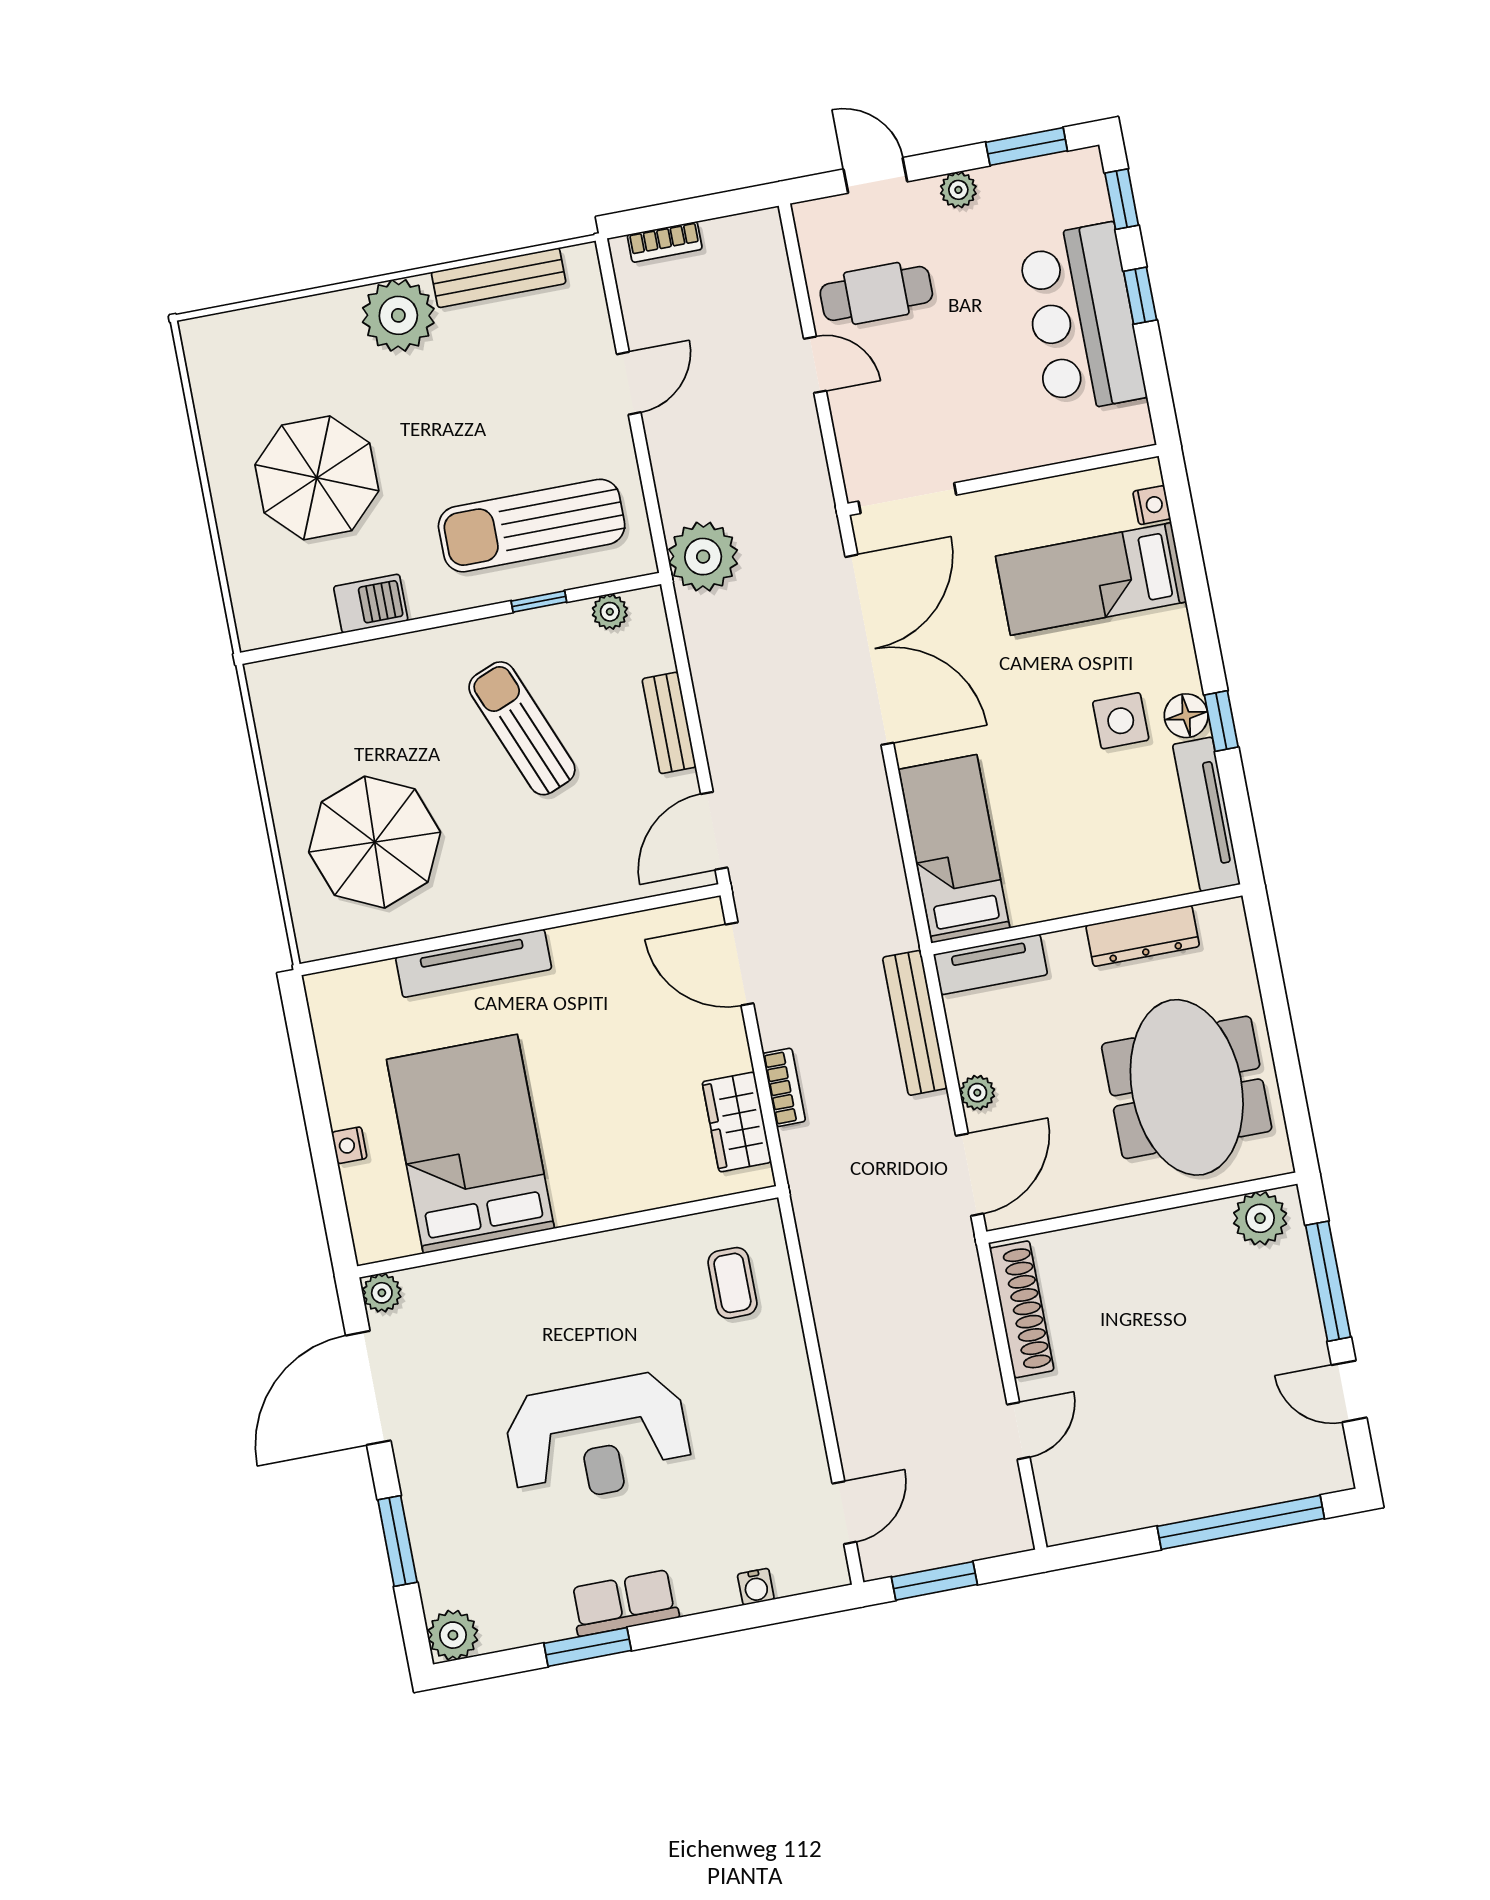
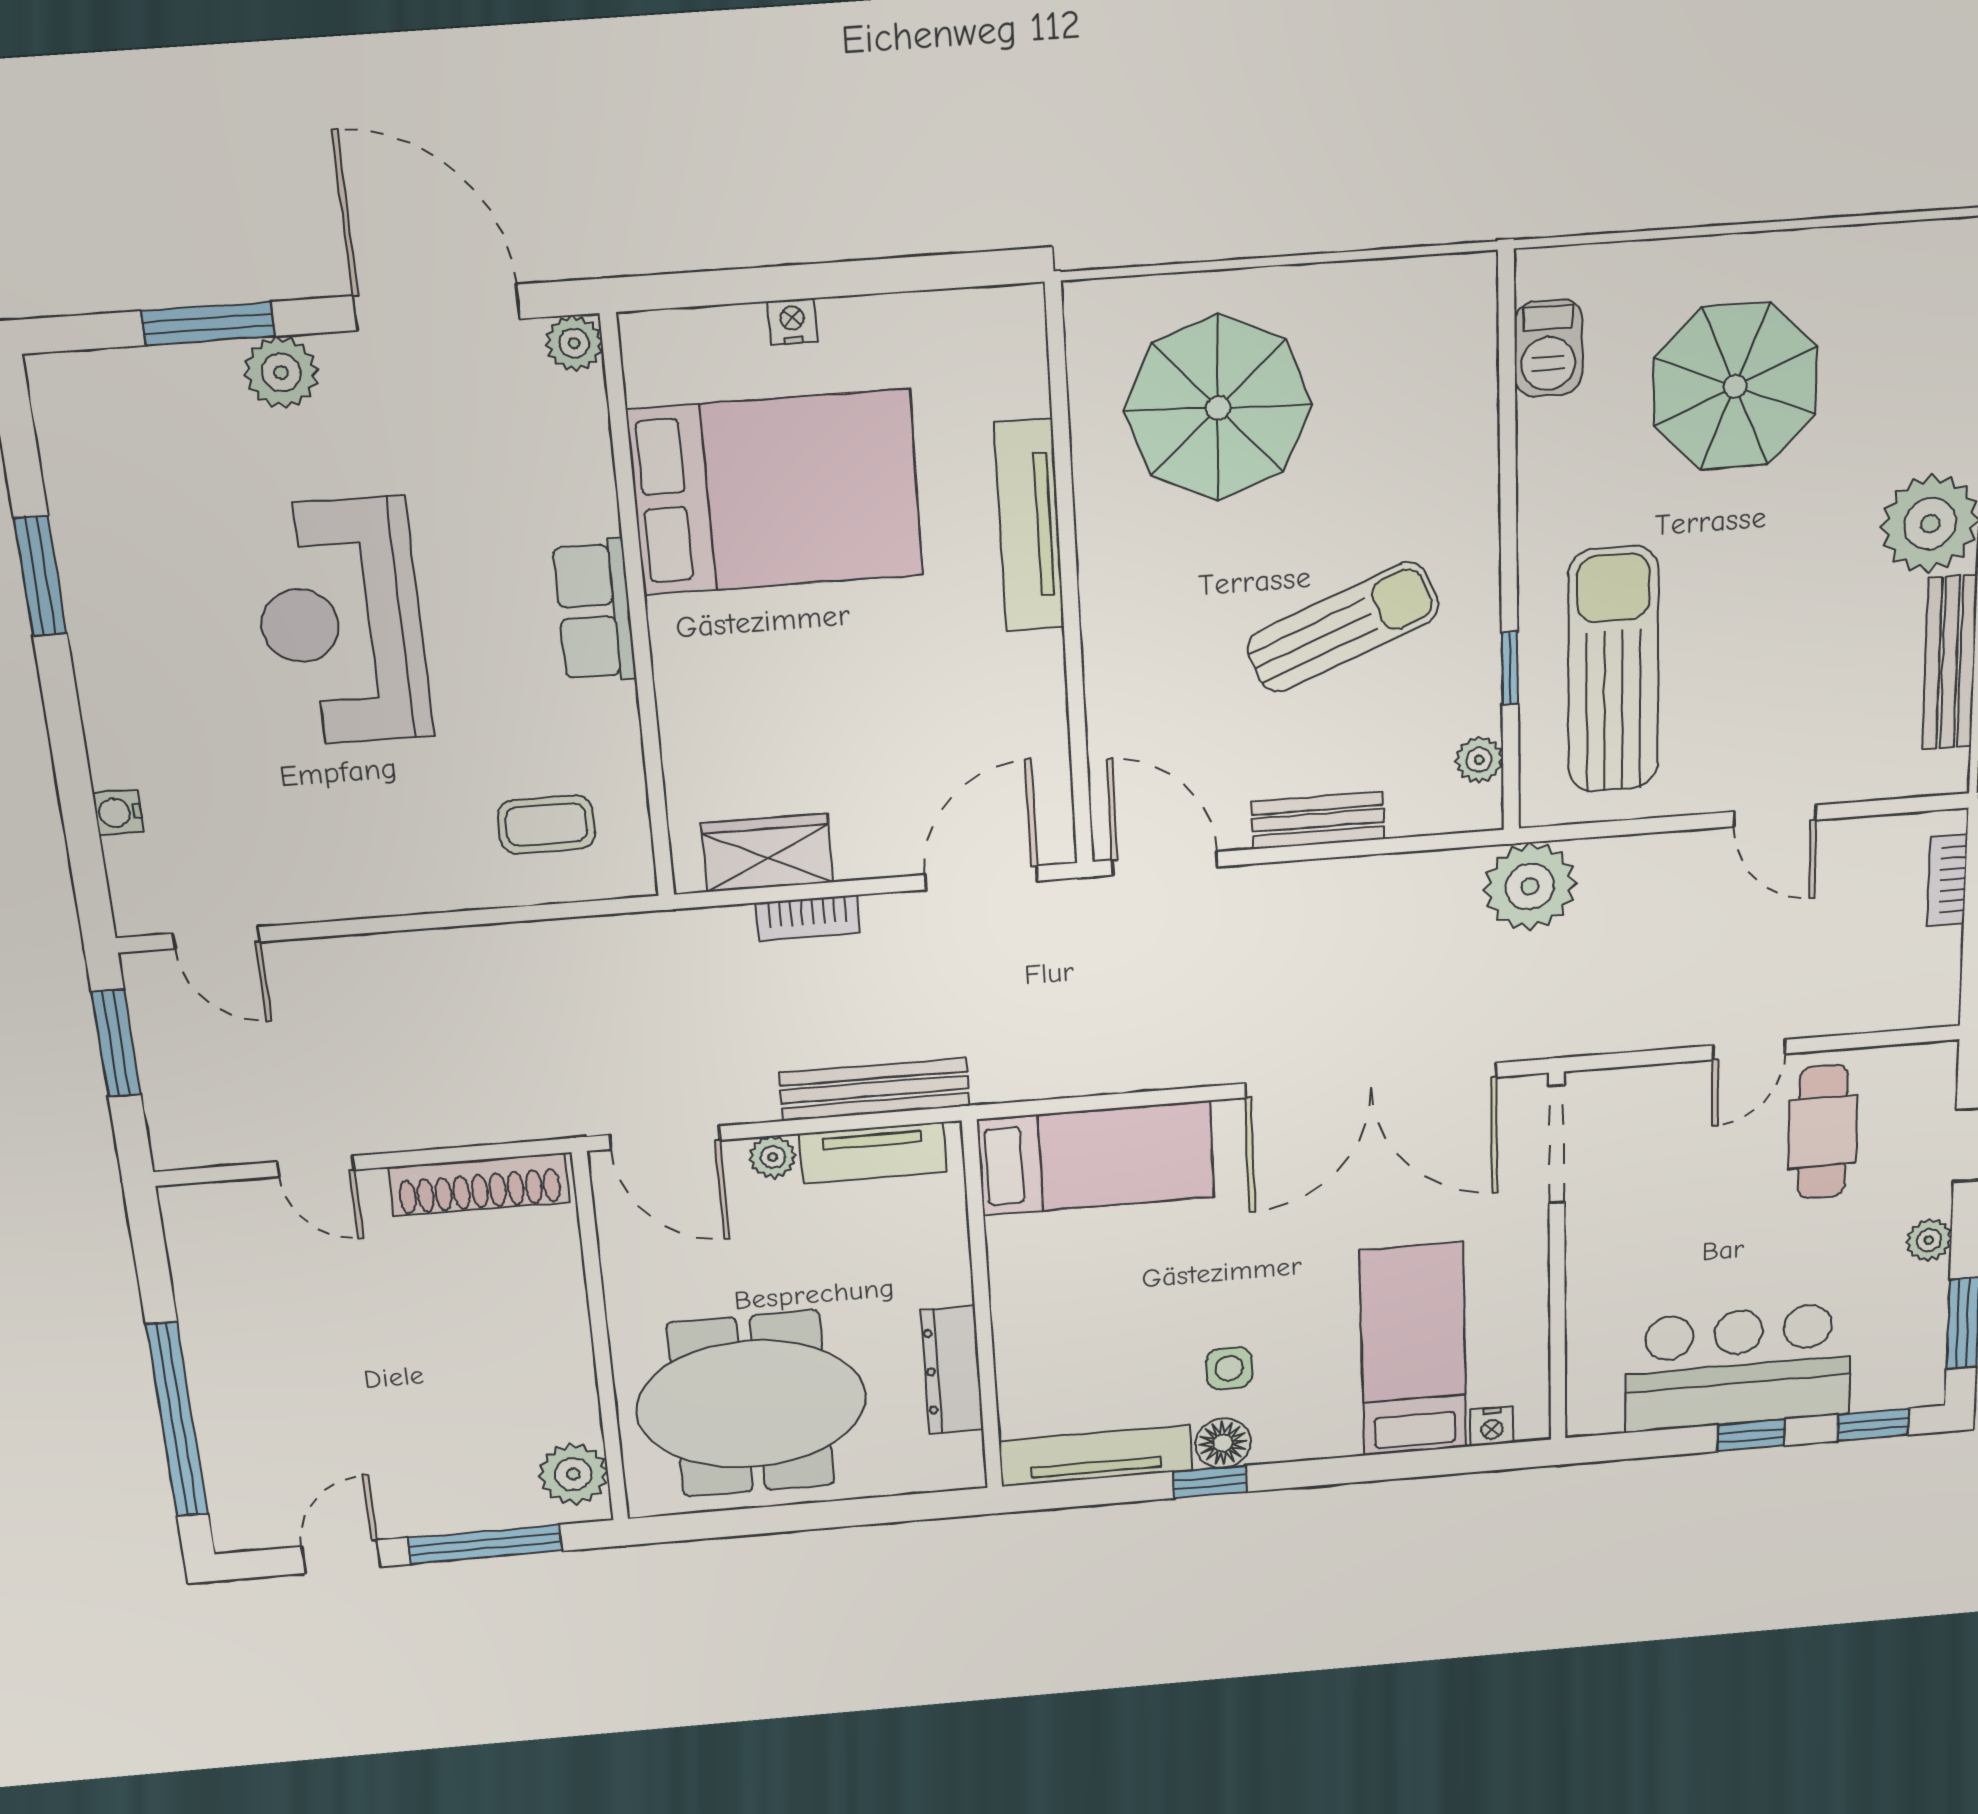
barbecue: (371, 604) -> (1548, 348), moved
side table: (1121, 721) -> (1229, 1368), width x0.73, depth x0.73
tv unit: (990, 964) -> (873, 1153), moved, turned -90
row of seats: (624, 1603) -> (595, 611), moved, turned 180
plant: (453, 1635) -> (281, 372), moved

